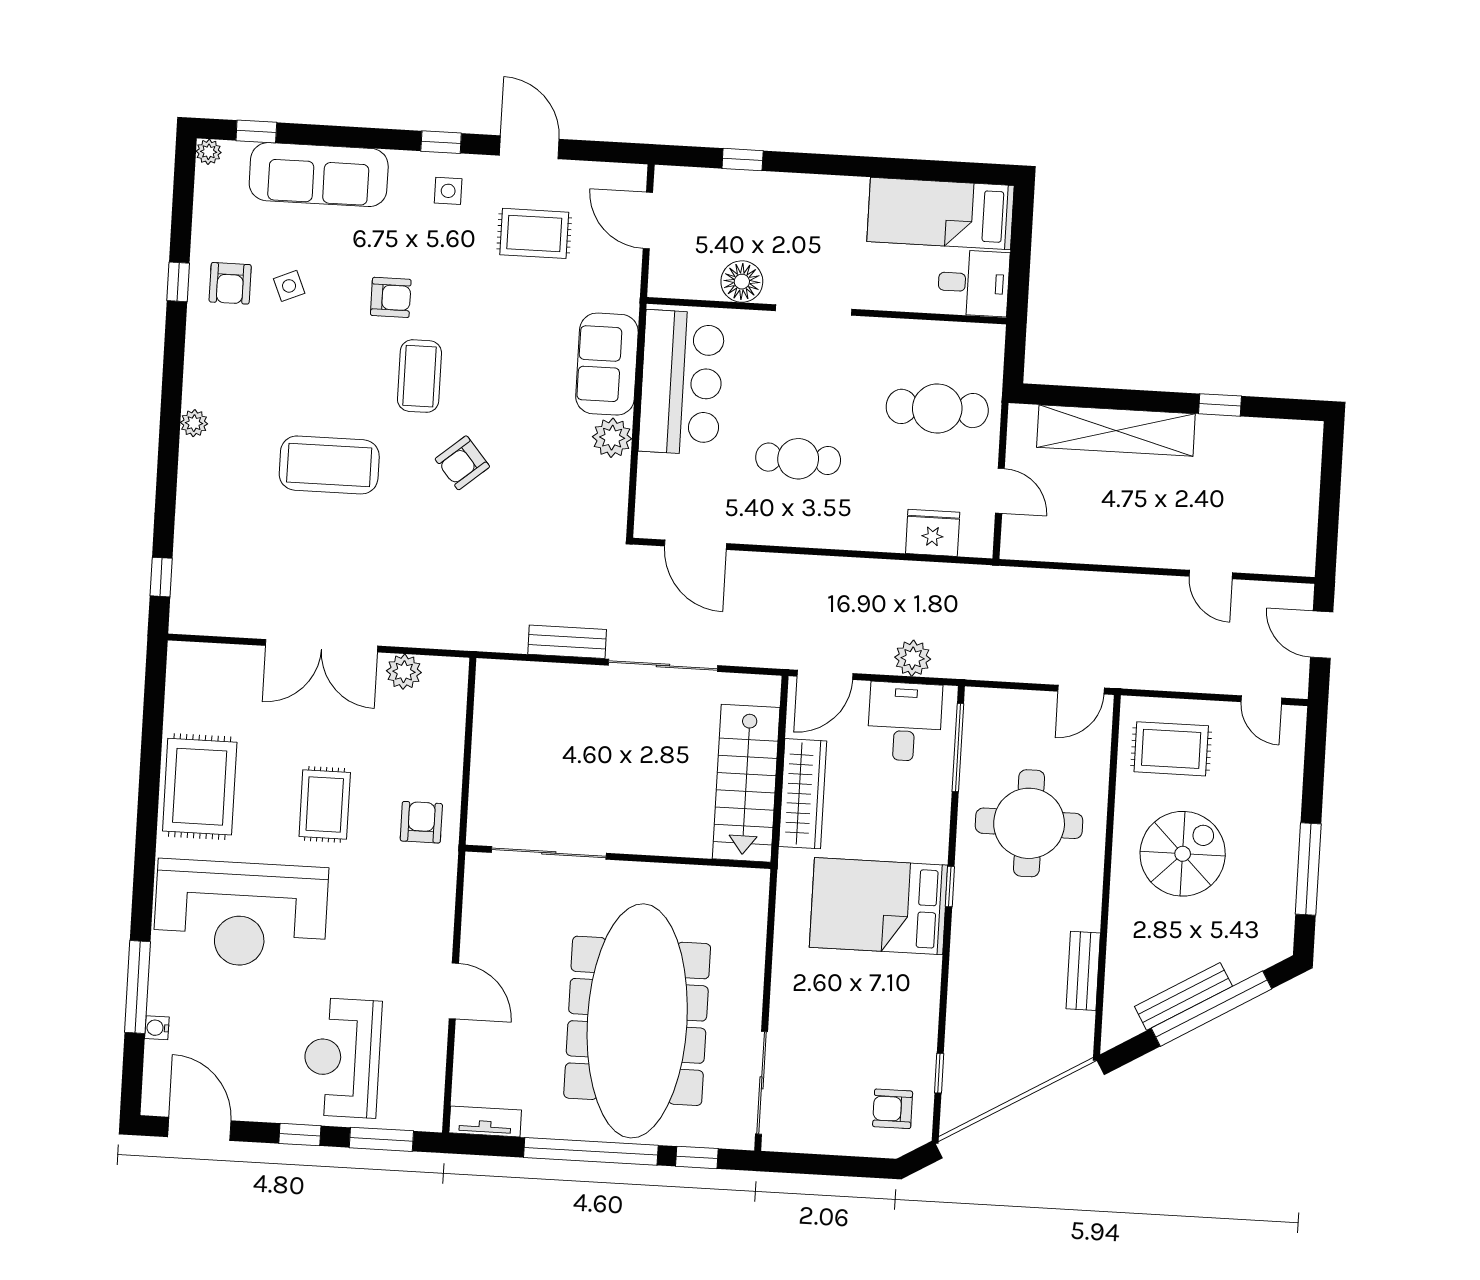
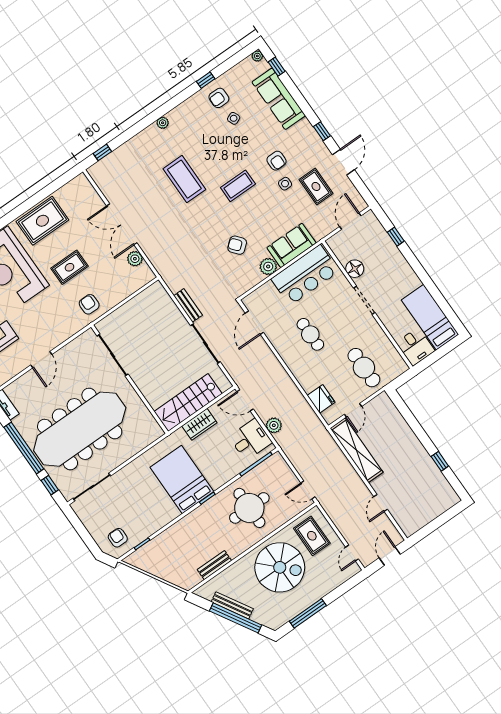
side table: (448, 191) -> (285, 184), moved
armchair: (391, 297) -> (276, 161), moved
shelving: (1116, 430) -> (357, 450), moved
armchair: (462, 463) -> (237, 245), moved
wardrobe: (803, 794) -> (199, 424), width x0.67
armchair: (421, 822) -> (89, 304), turned -90
spiral stairs: (1183, 854) -> (280, 567), width x1.37, depth x1.37

